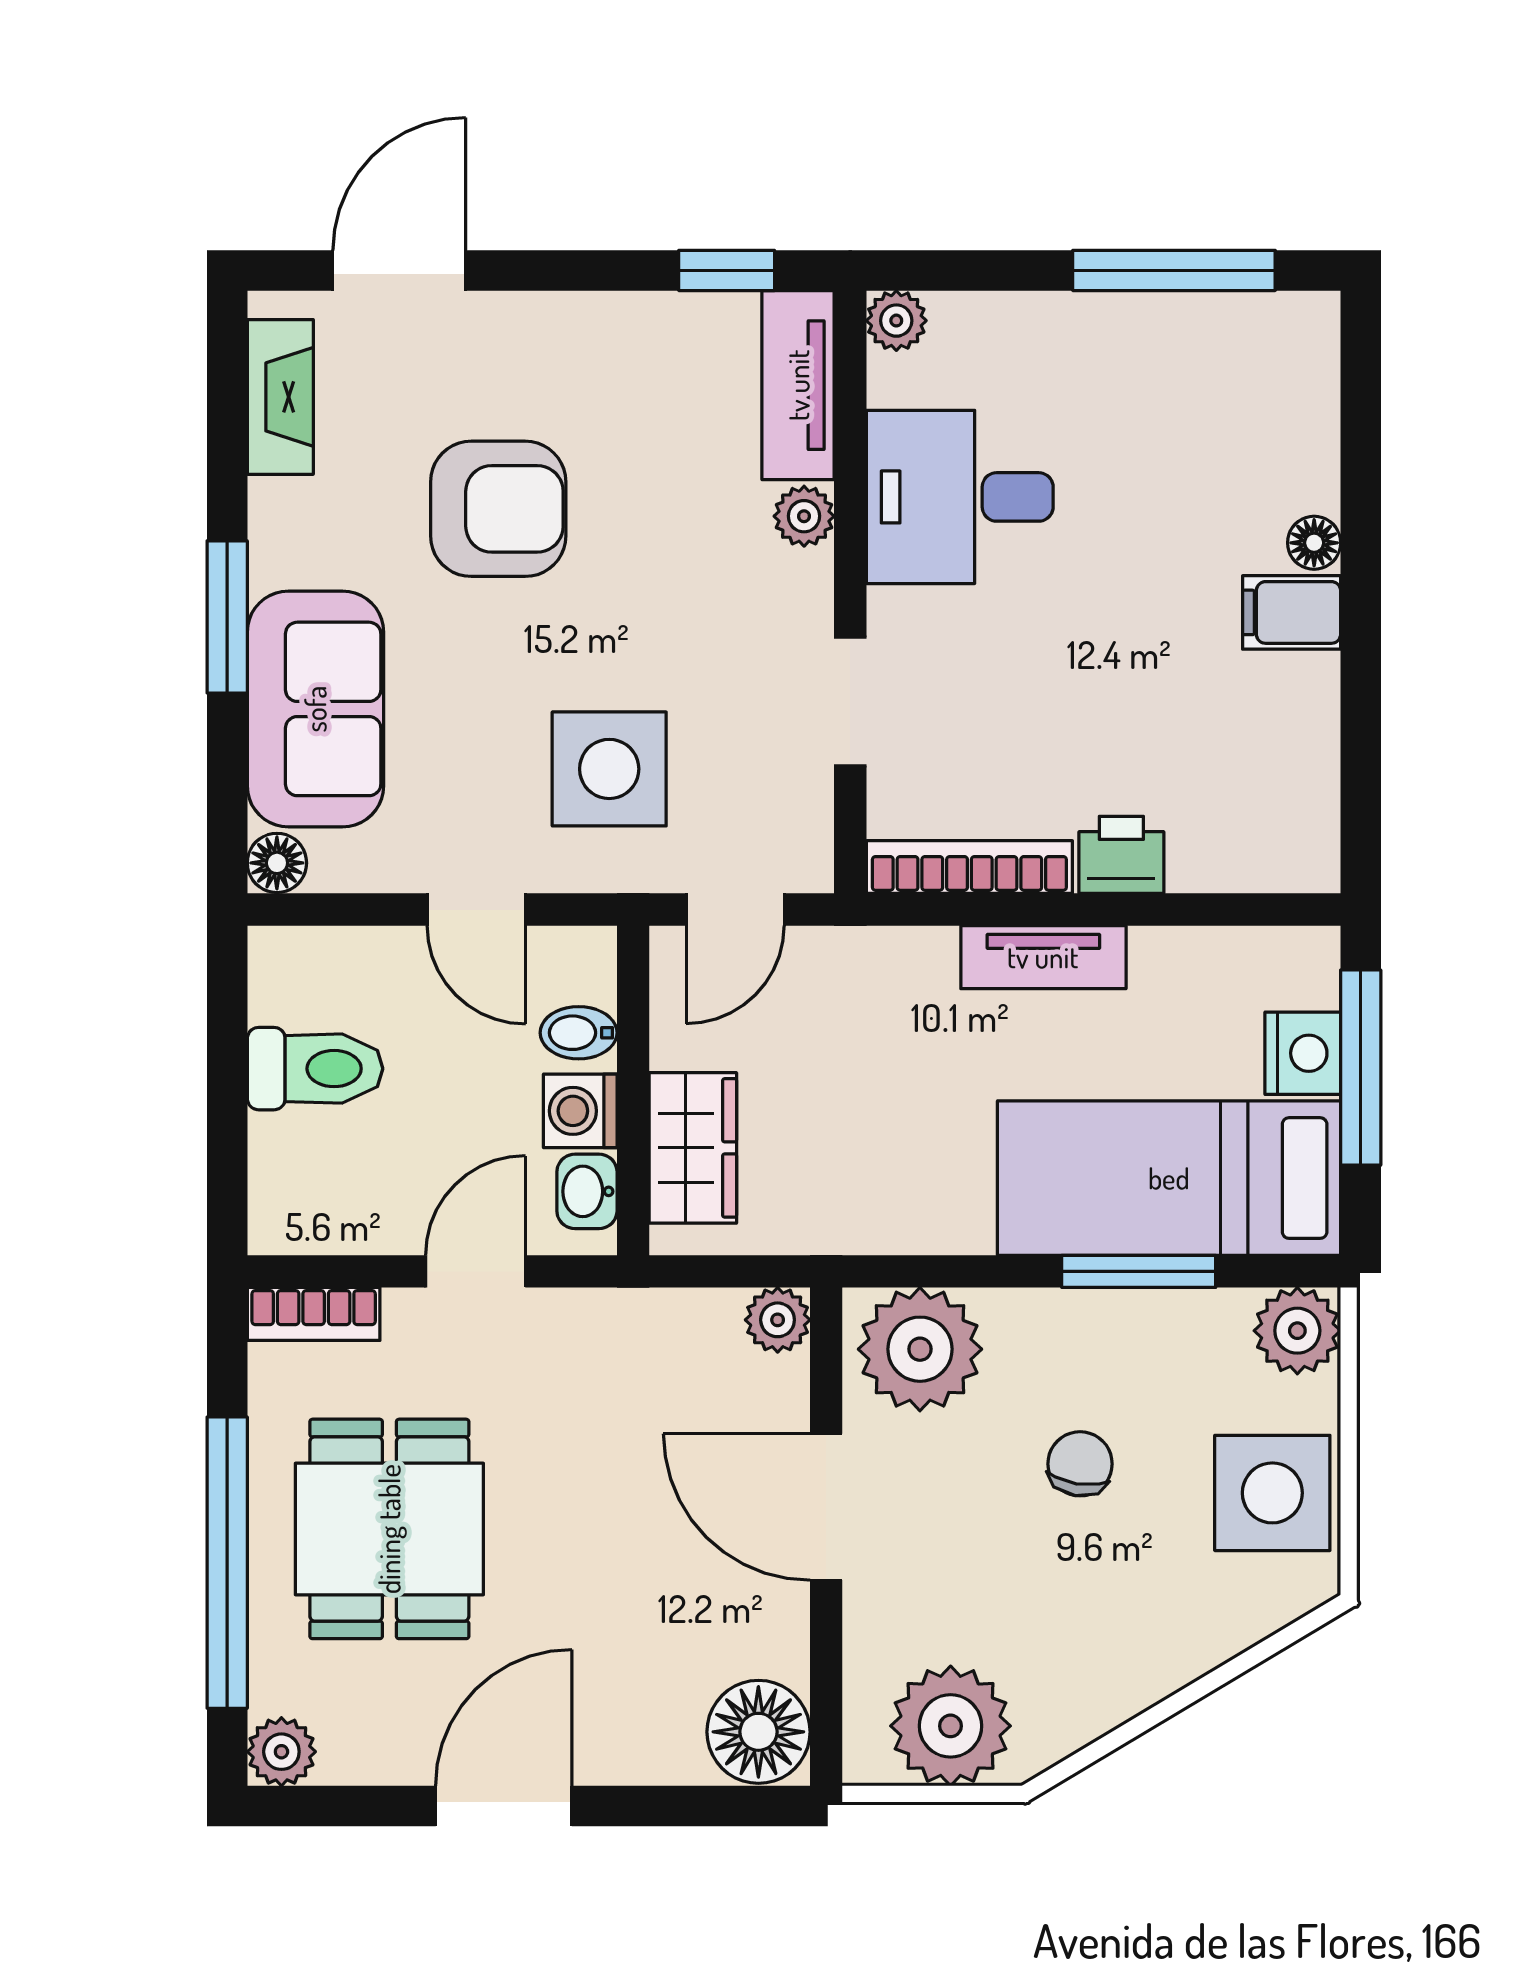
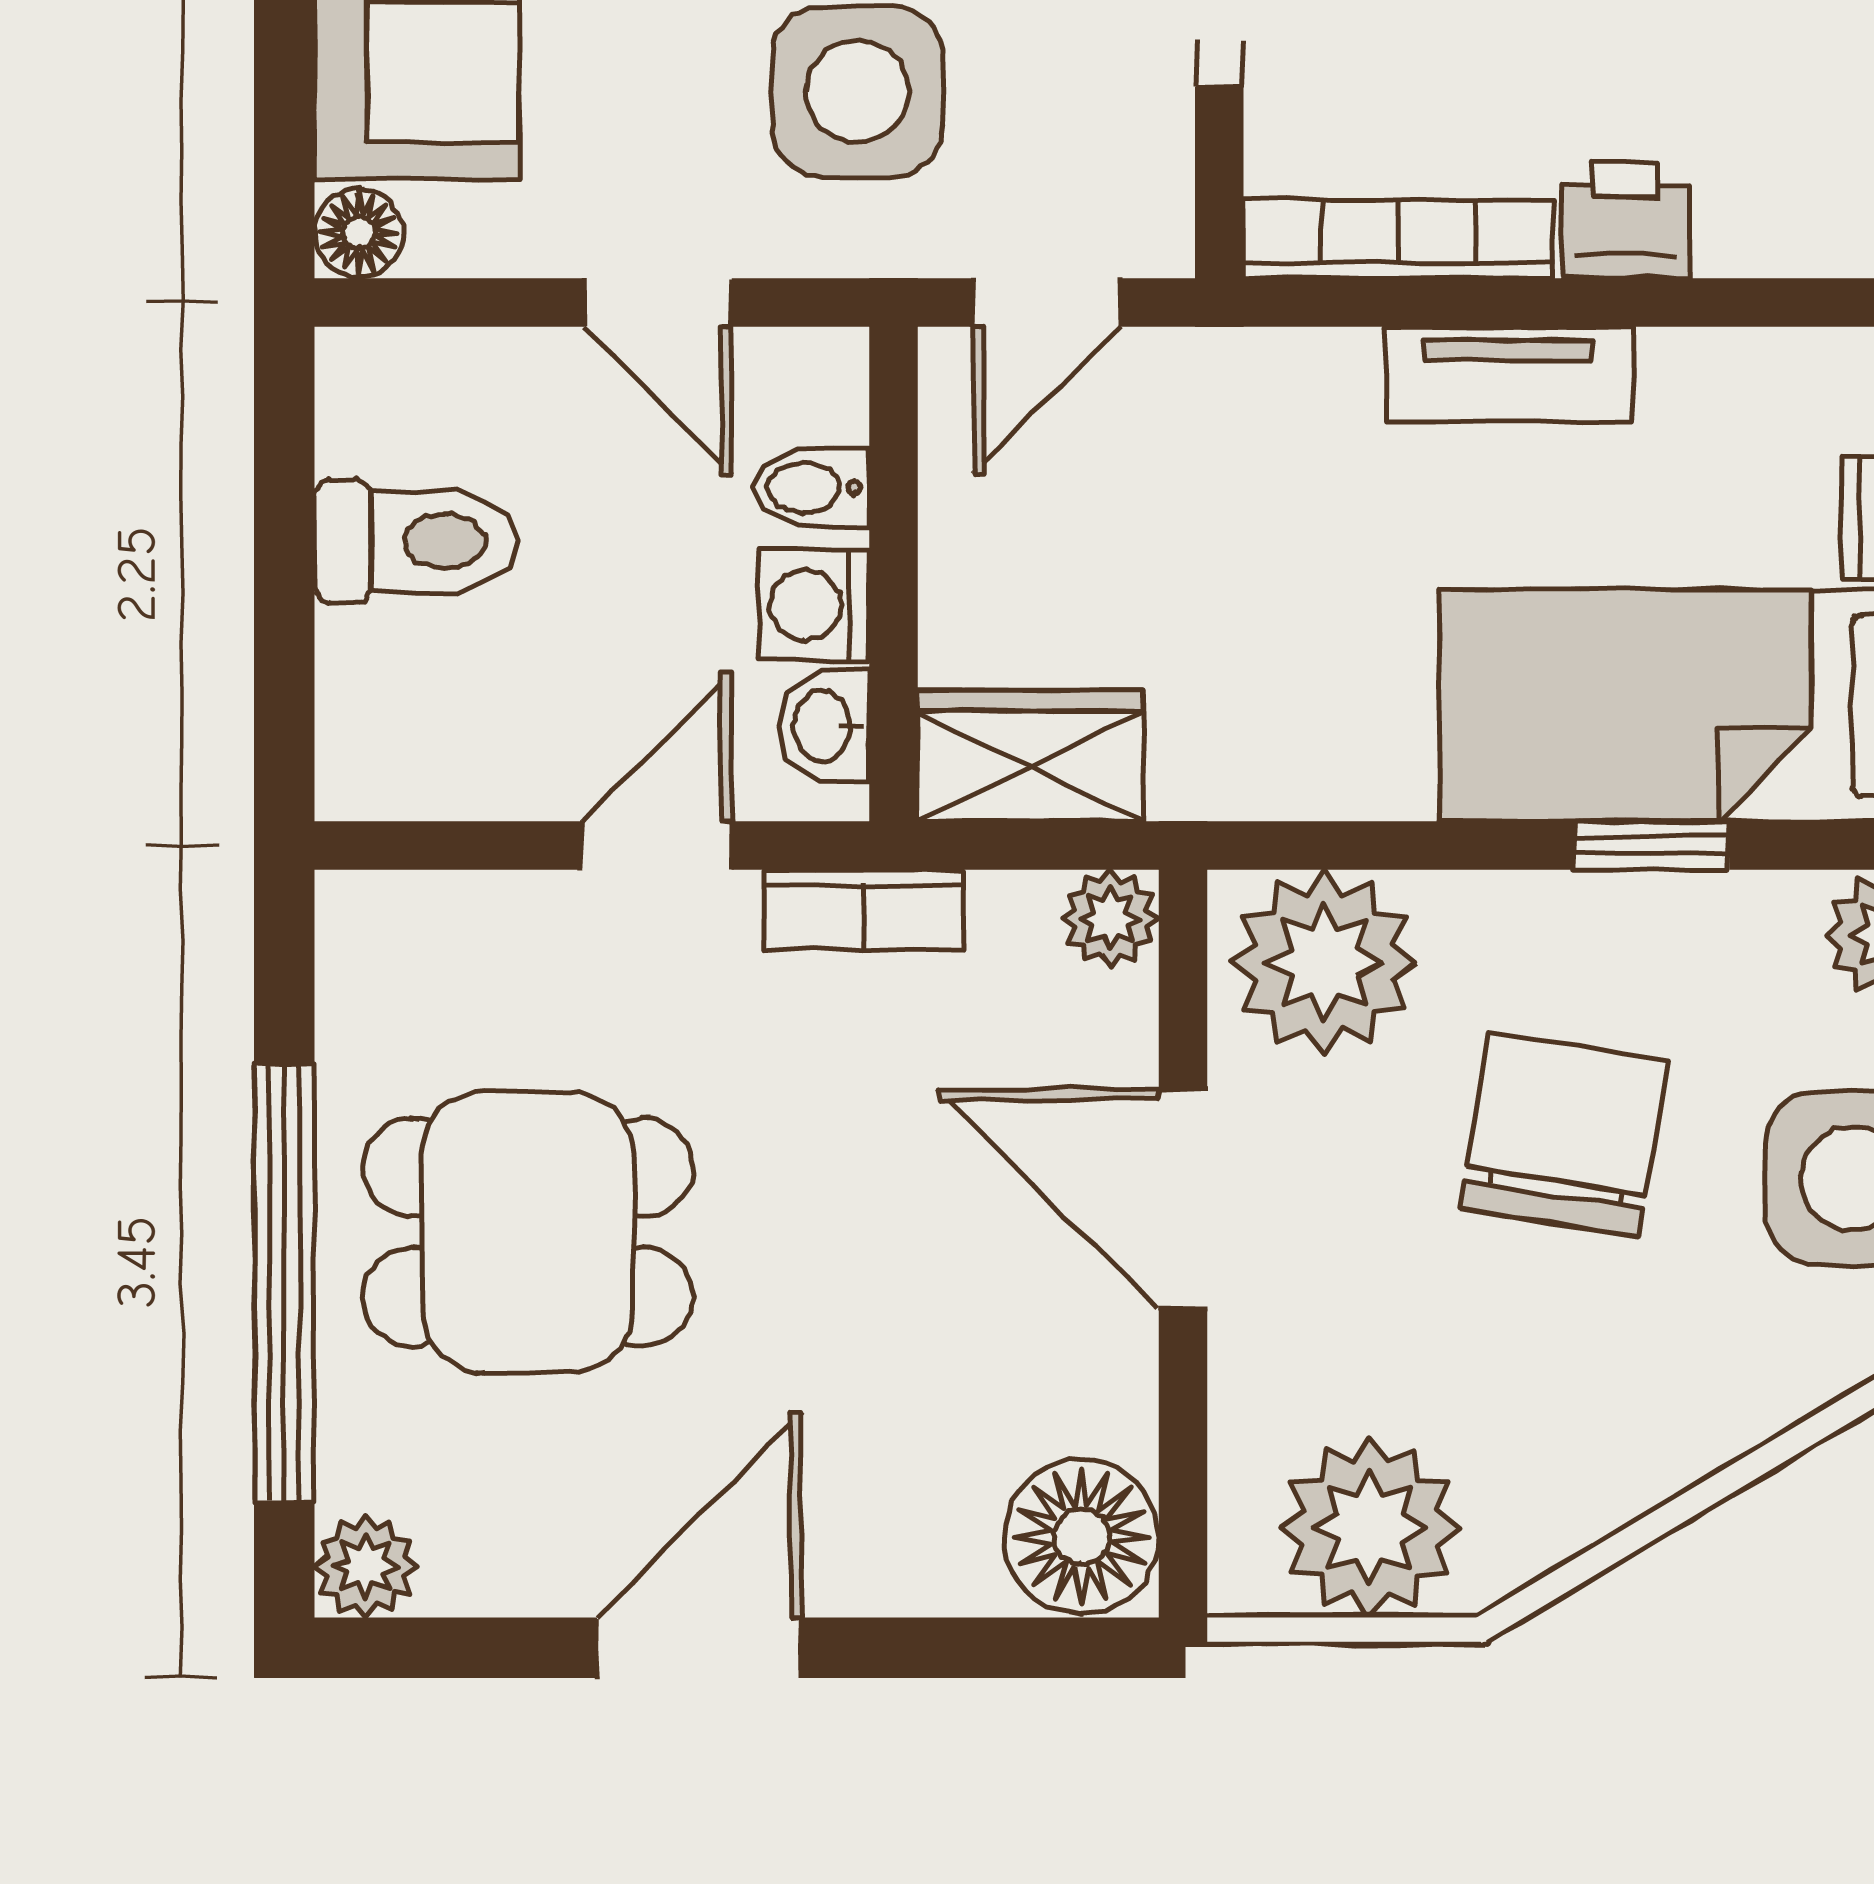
wardrobe: (693, 1148) -> (1030, 756), moved, turned -90
window: (1139, 1271) -> (1652, 845), width x0.67
bookcase: (314, 1314) -> (864, 909), moved
chair: (1080, 1464) -> (1564, 1134), width x1.87, depth x1.87
dining table: (389, 1529) -> (528, 1232), turned 90

